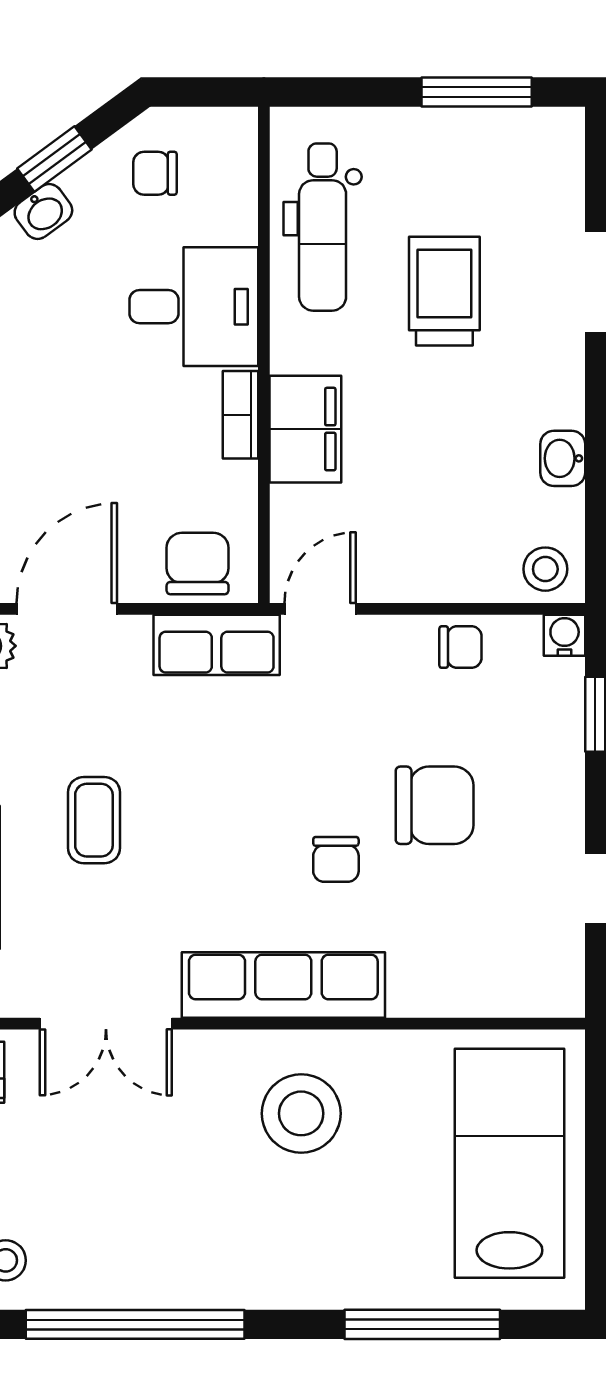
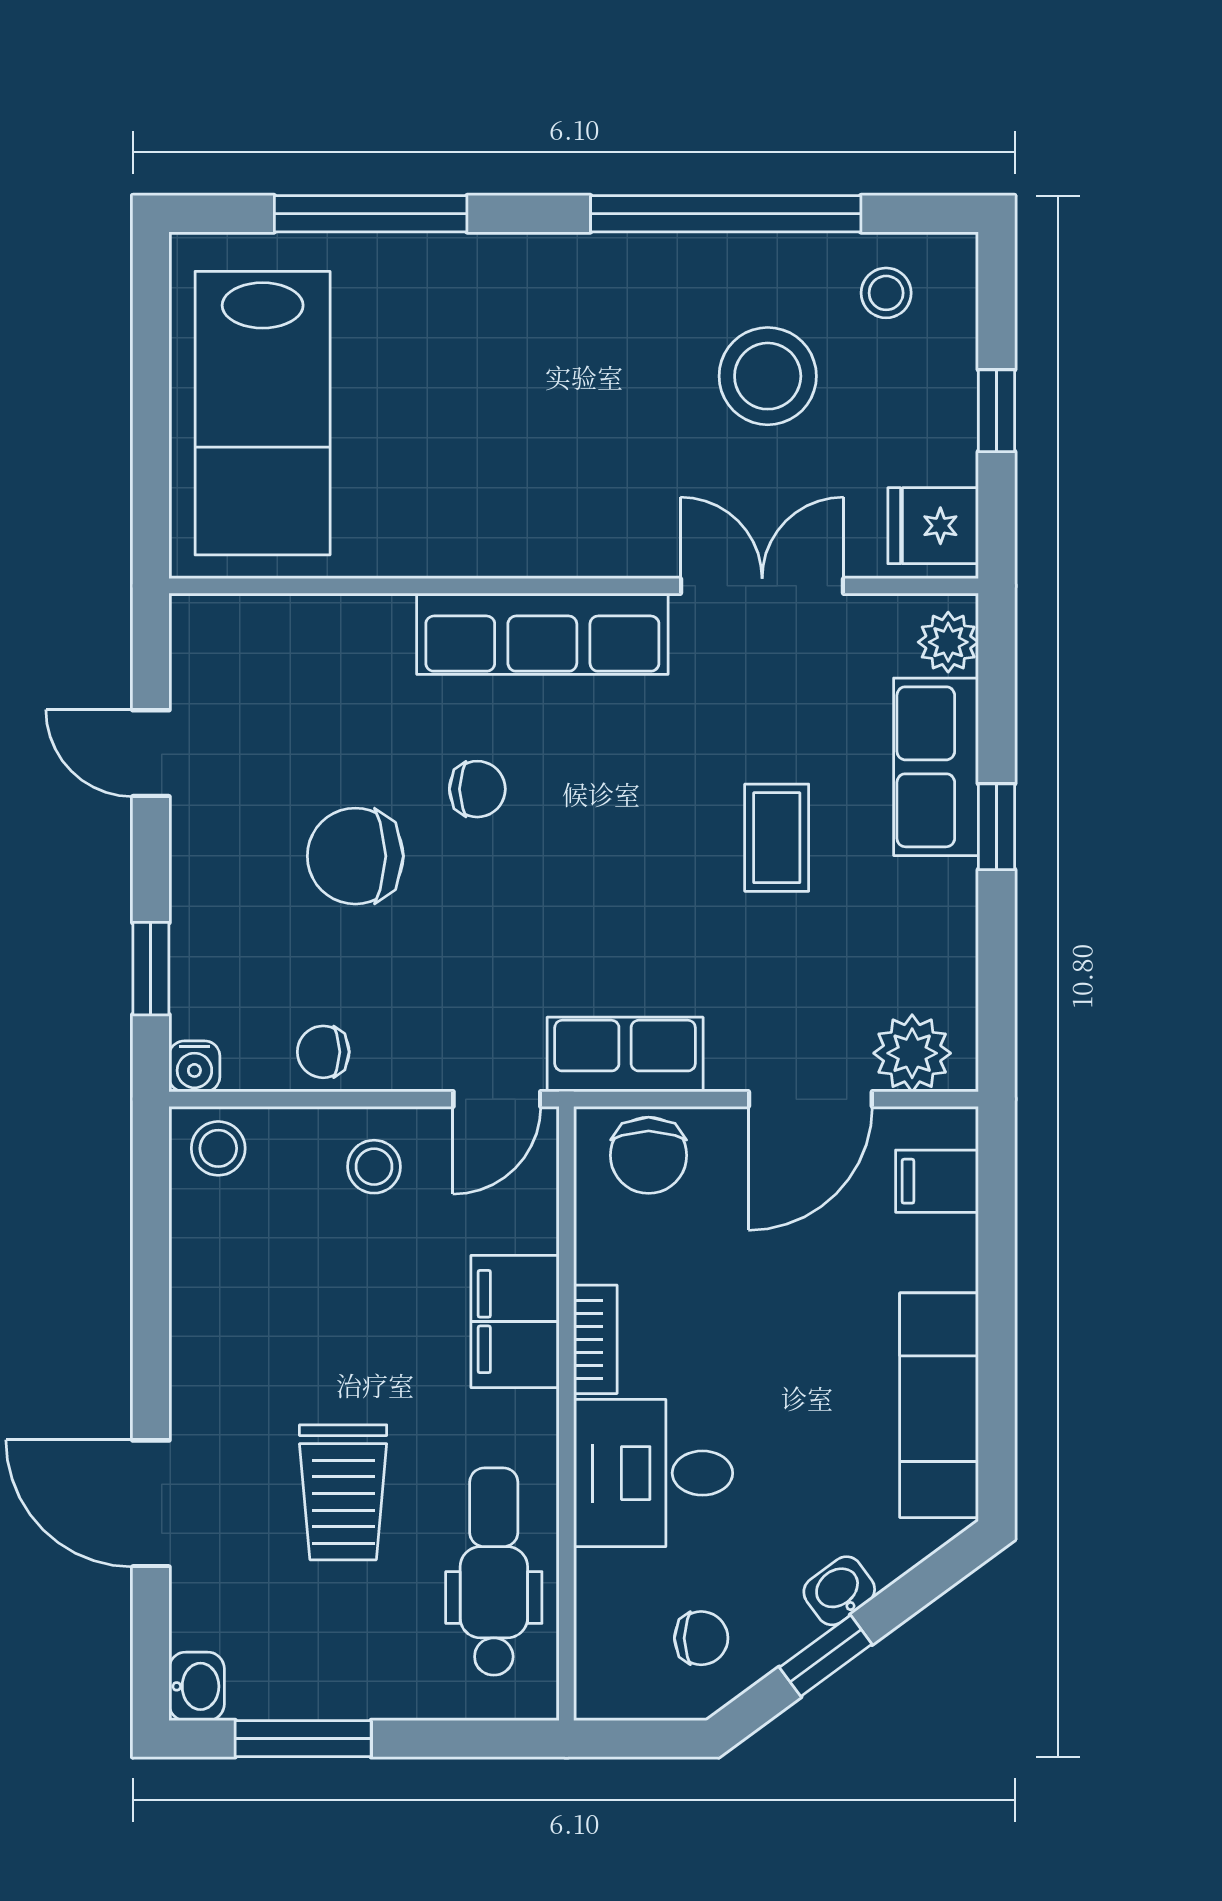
washbasin: (563, 458) -> (197, 1686), moved
stool: (419, 554) -> (374, 1167), added
chair: (336, 859) -> (477, 789), turned 90
stool: (301, 1113) -> (768, 376), moved

